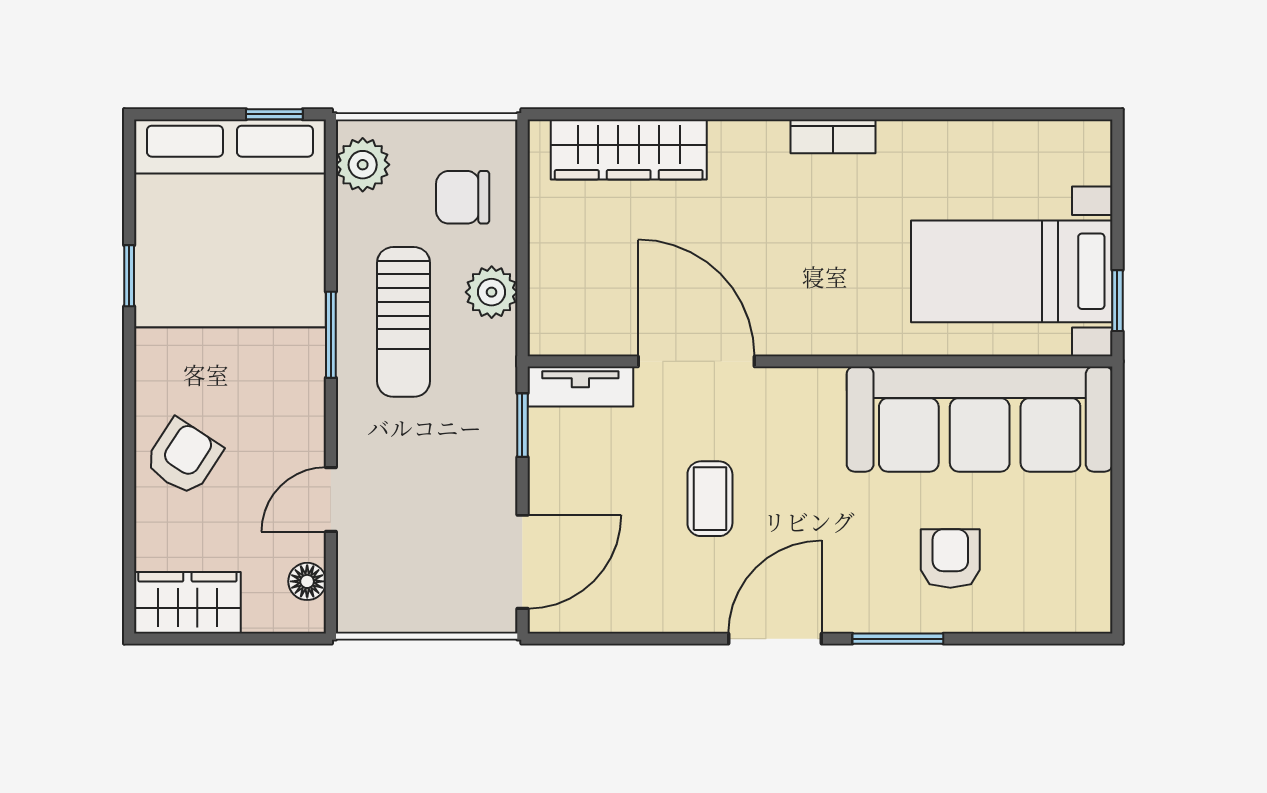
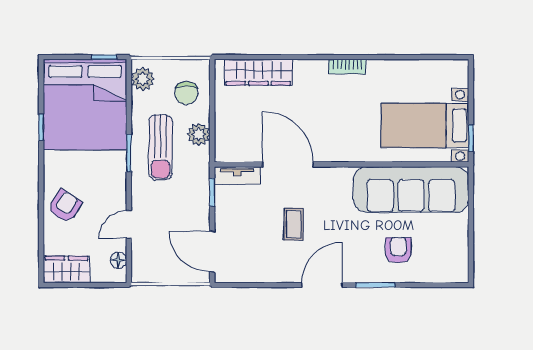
chair: (463, 197) -> (186, 93), turned -90
door: (522, 562) -> (212, 252), swing flipped

